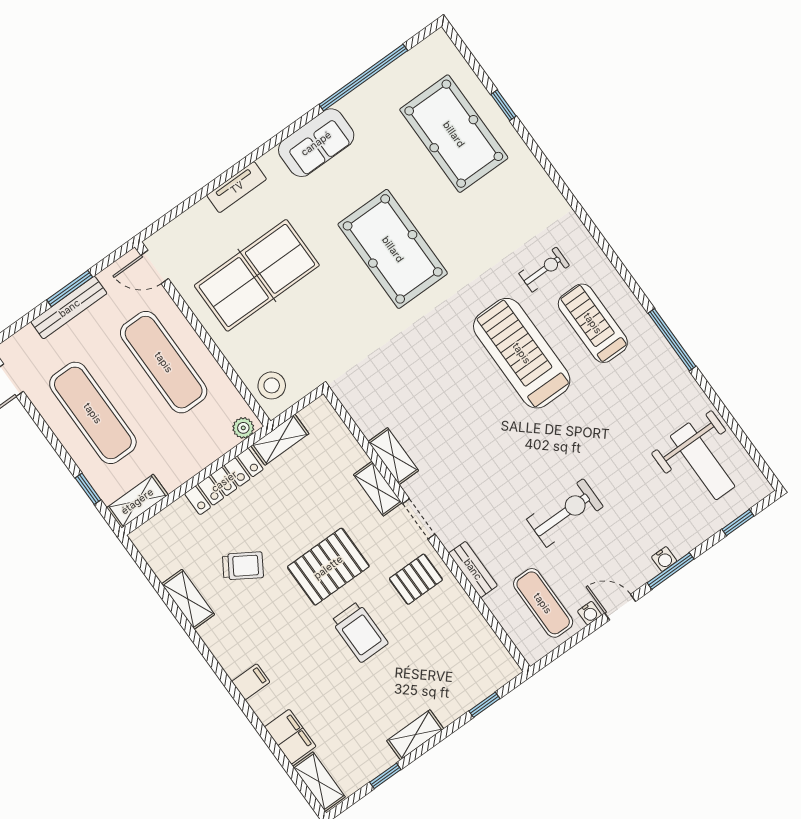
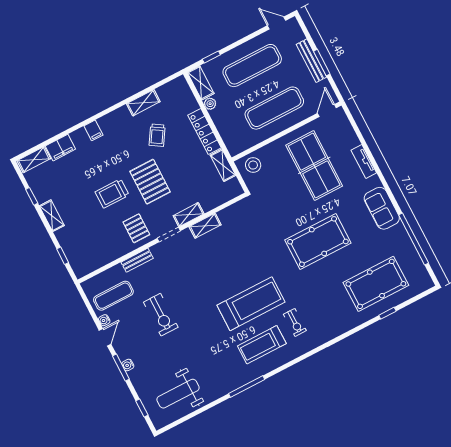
treadmill: (593, 323) -> (262, 345), turned 180
plant: (243, 428) -> (210, 104), moved

